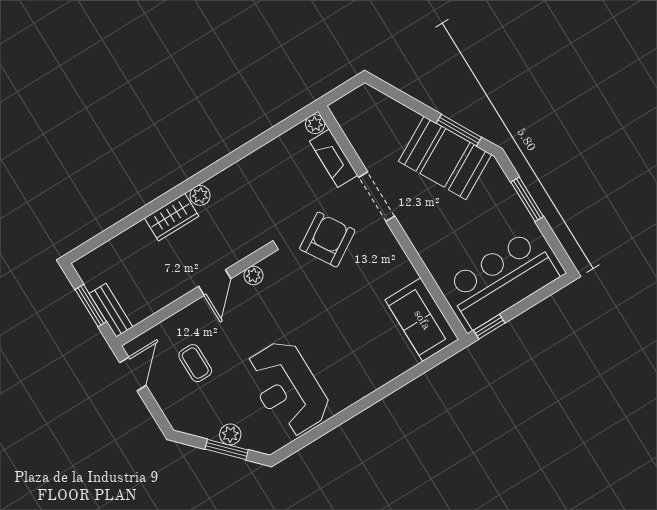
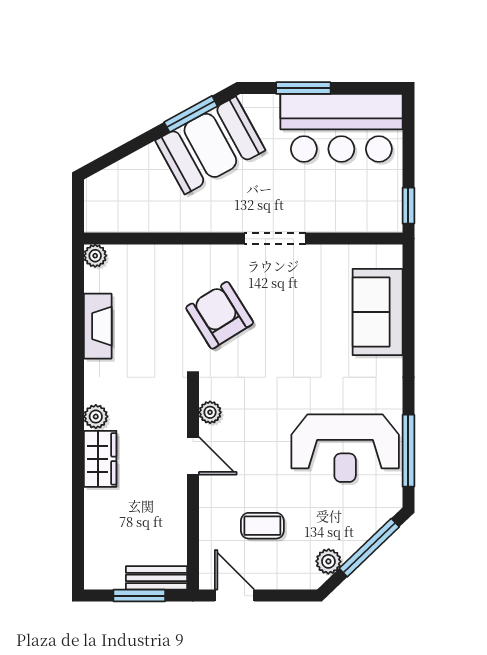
fireplace: (334, 158) -> (98, 326), moved, turned -90
doorway: (377, 197) -> (275, 239), moved
bar counter: (502, 280) -> (341, 128), moved, turned -90
sofa: (422, 320) -> (378, 312), moved, turned 90
plant: (230, 434) -> (328, 561), moved
window: (313, 435) -> (408, 451), added
window: (227, 449) -> (369, 548), width x1.44

